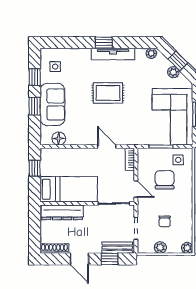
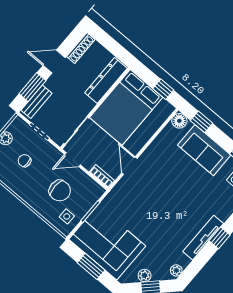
rug: (108, 93) -> (174, 205), removed
window: (35, 106) -> (201, 122), moved
floor lamp: (59, 139) -> (179, 121), moved
door: (107, 147) -> (129, 166), swing flipped
bed: (69, 189) -> (126, 107), width x1.50
window: (110, 259) -> (32, 87), width x1.50

